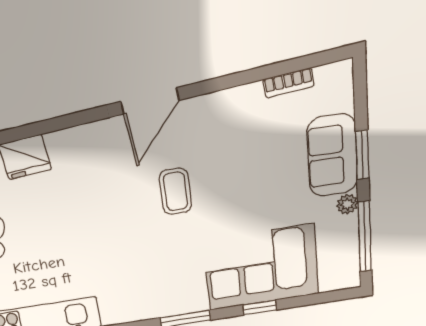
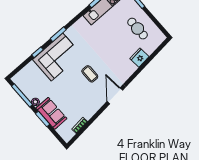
corner sofa: (262, 267) -> (57, 57), moved

